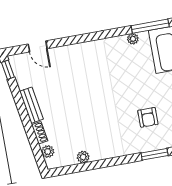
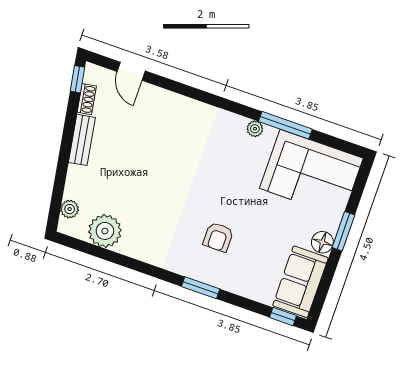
shoe rack: (40, 133) -> (87, 99), moved
plant: (83, 157) -> (105, 231), width x1.88, depth x1.88

